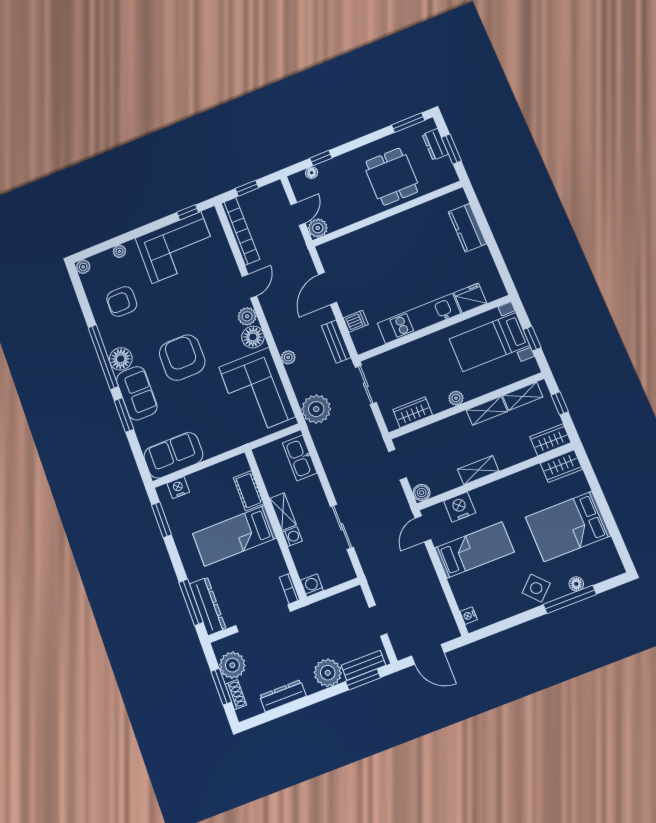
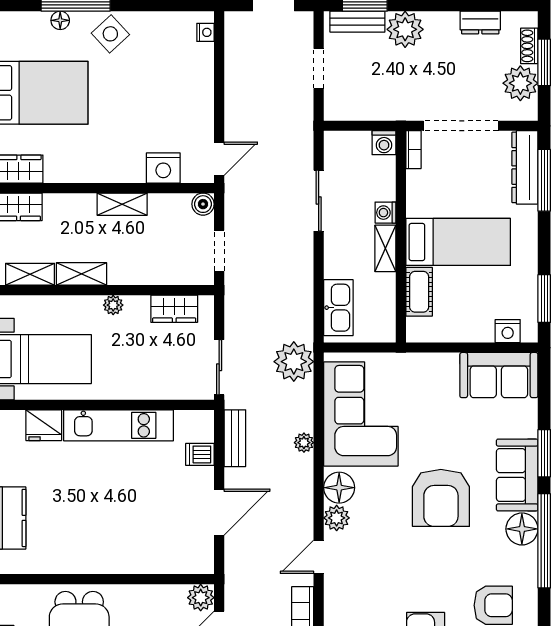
bed: (474, 550) -> (166, 108), removed
dresser: (283, 696) -> (480, 23), width x0.70

